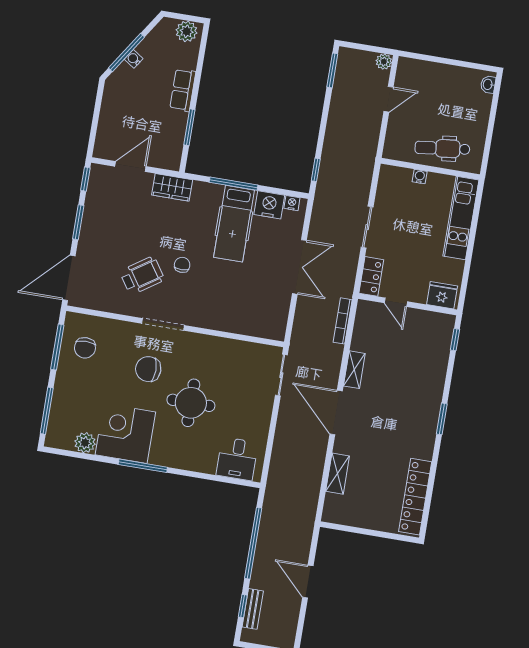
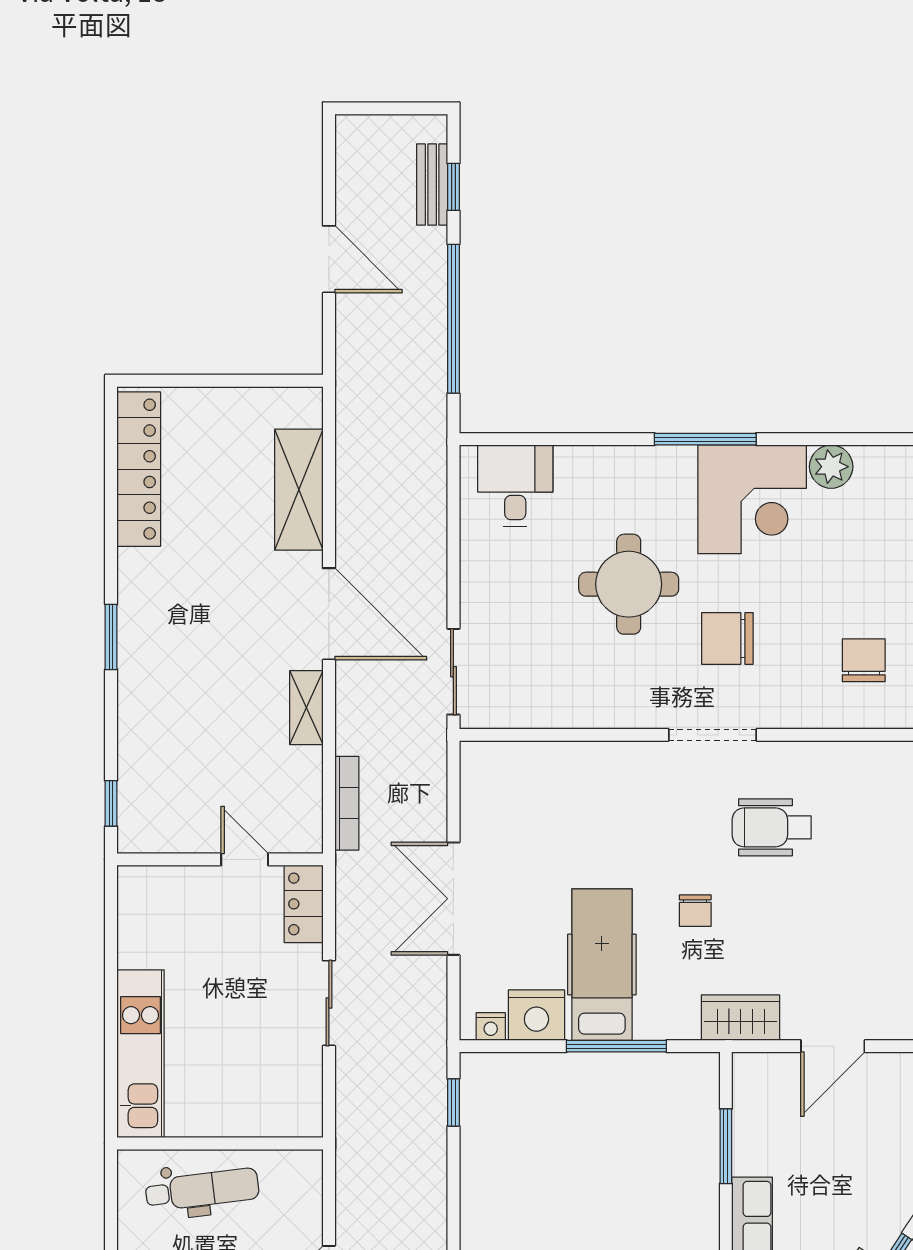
water cooler: (420, 177) -> (239, 1124), removed
chair: (182, 265) -> (695, 911), moved
wheelchair: (142, 276) -> (772, 827), turned 34
fridge: (442, 295) -> (153, 890), removed
chair: (148, 369) -> (727, 639), turned 180
shelving: (338, 474) -> (299, 490), width x1.50, depth x1.33

